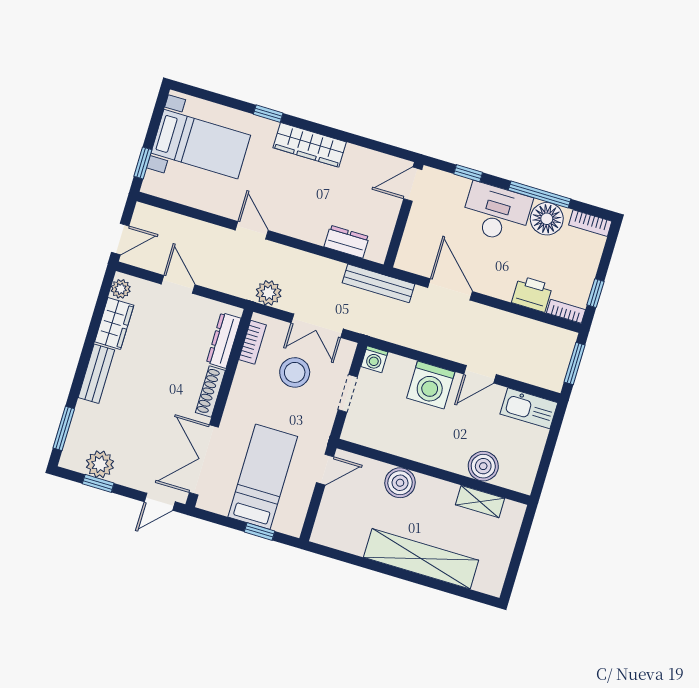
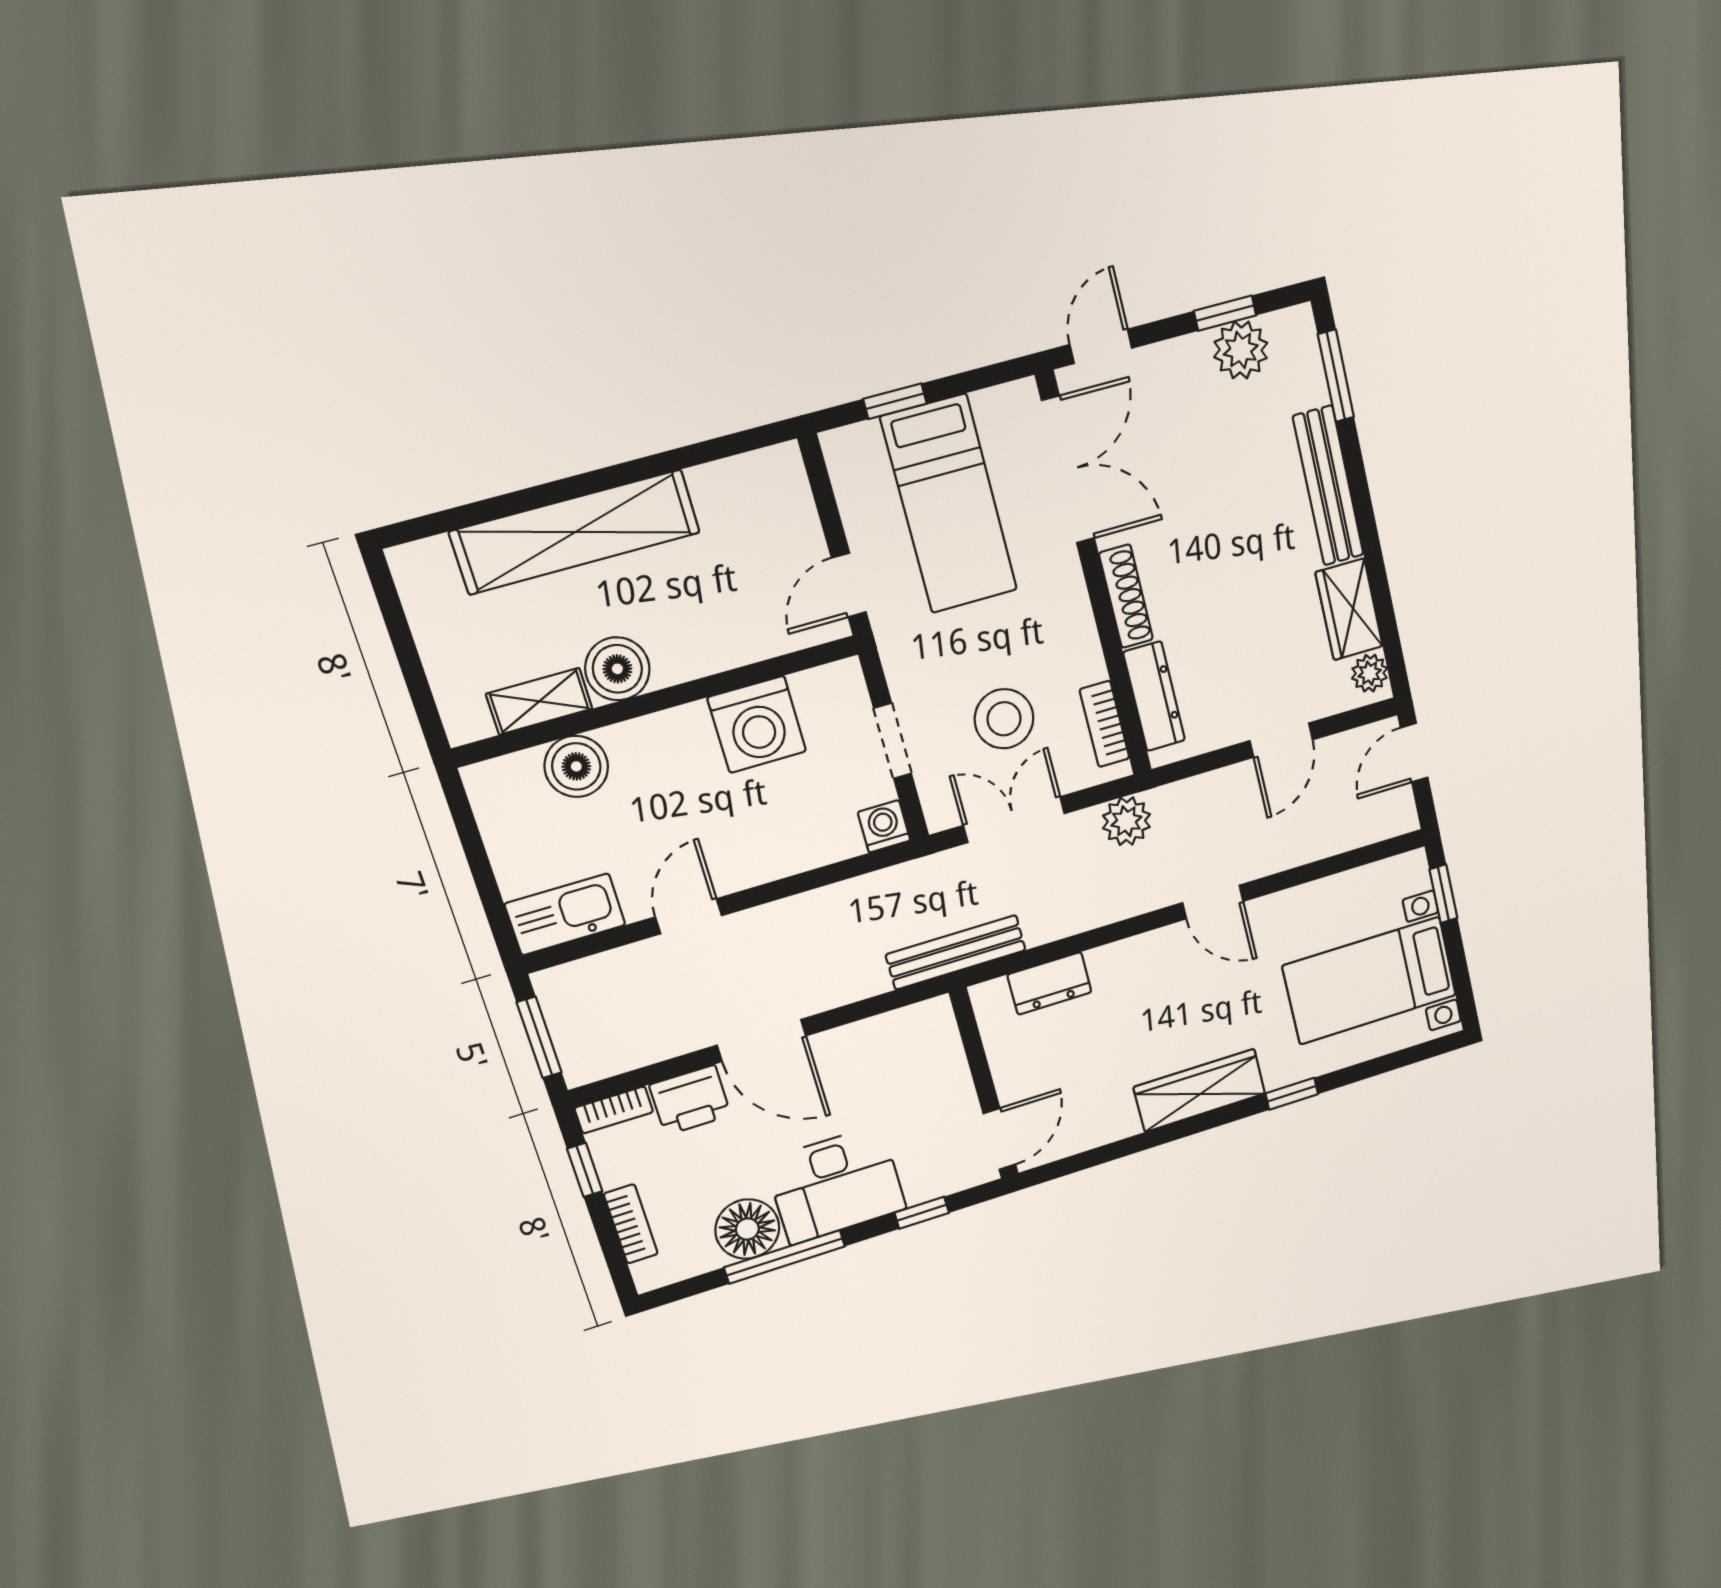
bookcase: (590, 223) -> (631, 1224), moved, turned 90
door: (178, 284) -> (1281, 740), hinge flipped
door: (450, 289) -> (762, 1040), moved
bench: (96, 374) -> (1328, 486), width x1.36
washing machine: (431, 385) -> (757, 724), moved, turned 180
boiler: (400, 483) -> (617, 669), moved

